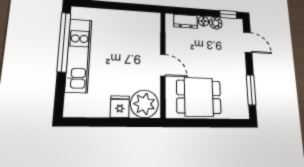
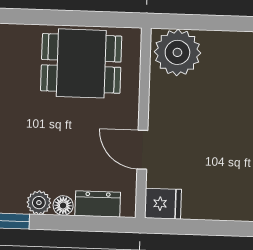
door: (163, 65) -> (142, 150), moved
fridge: (120, 107) -> (163, 204), moved, turned -90

